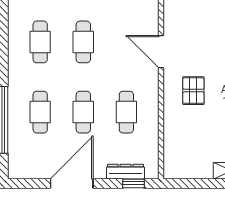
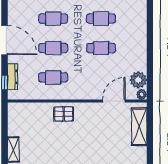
door: (161, 52) -> (114, 101), moved
pallet: (193, 91) -> (64, 114), moved

